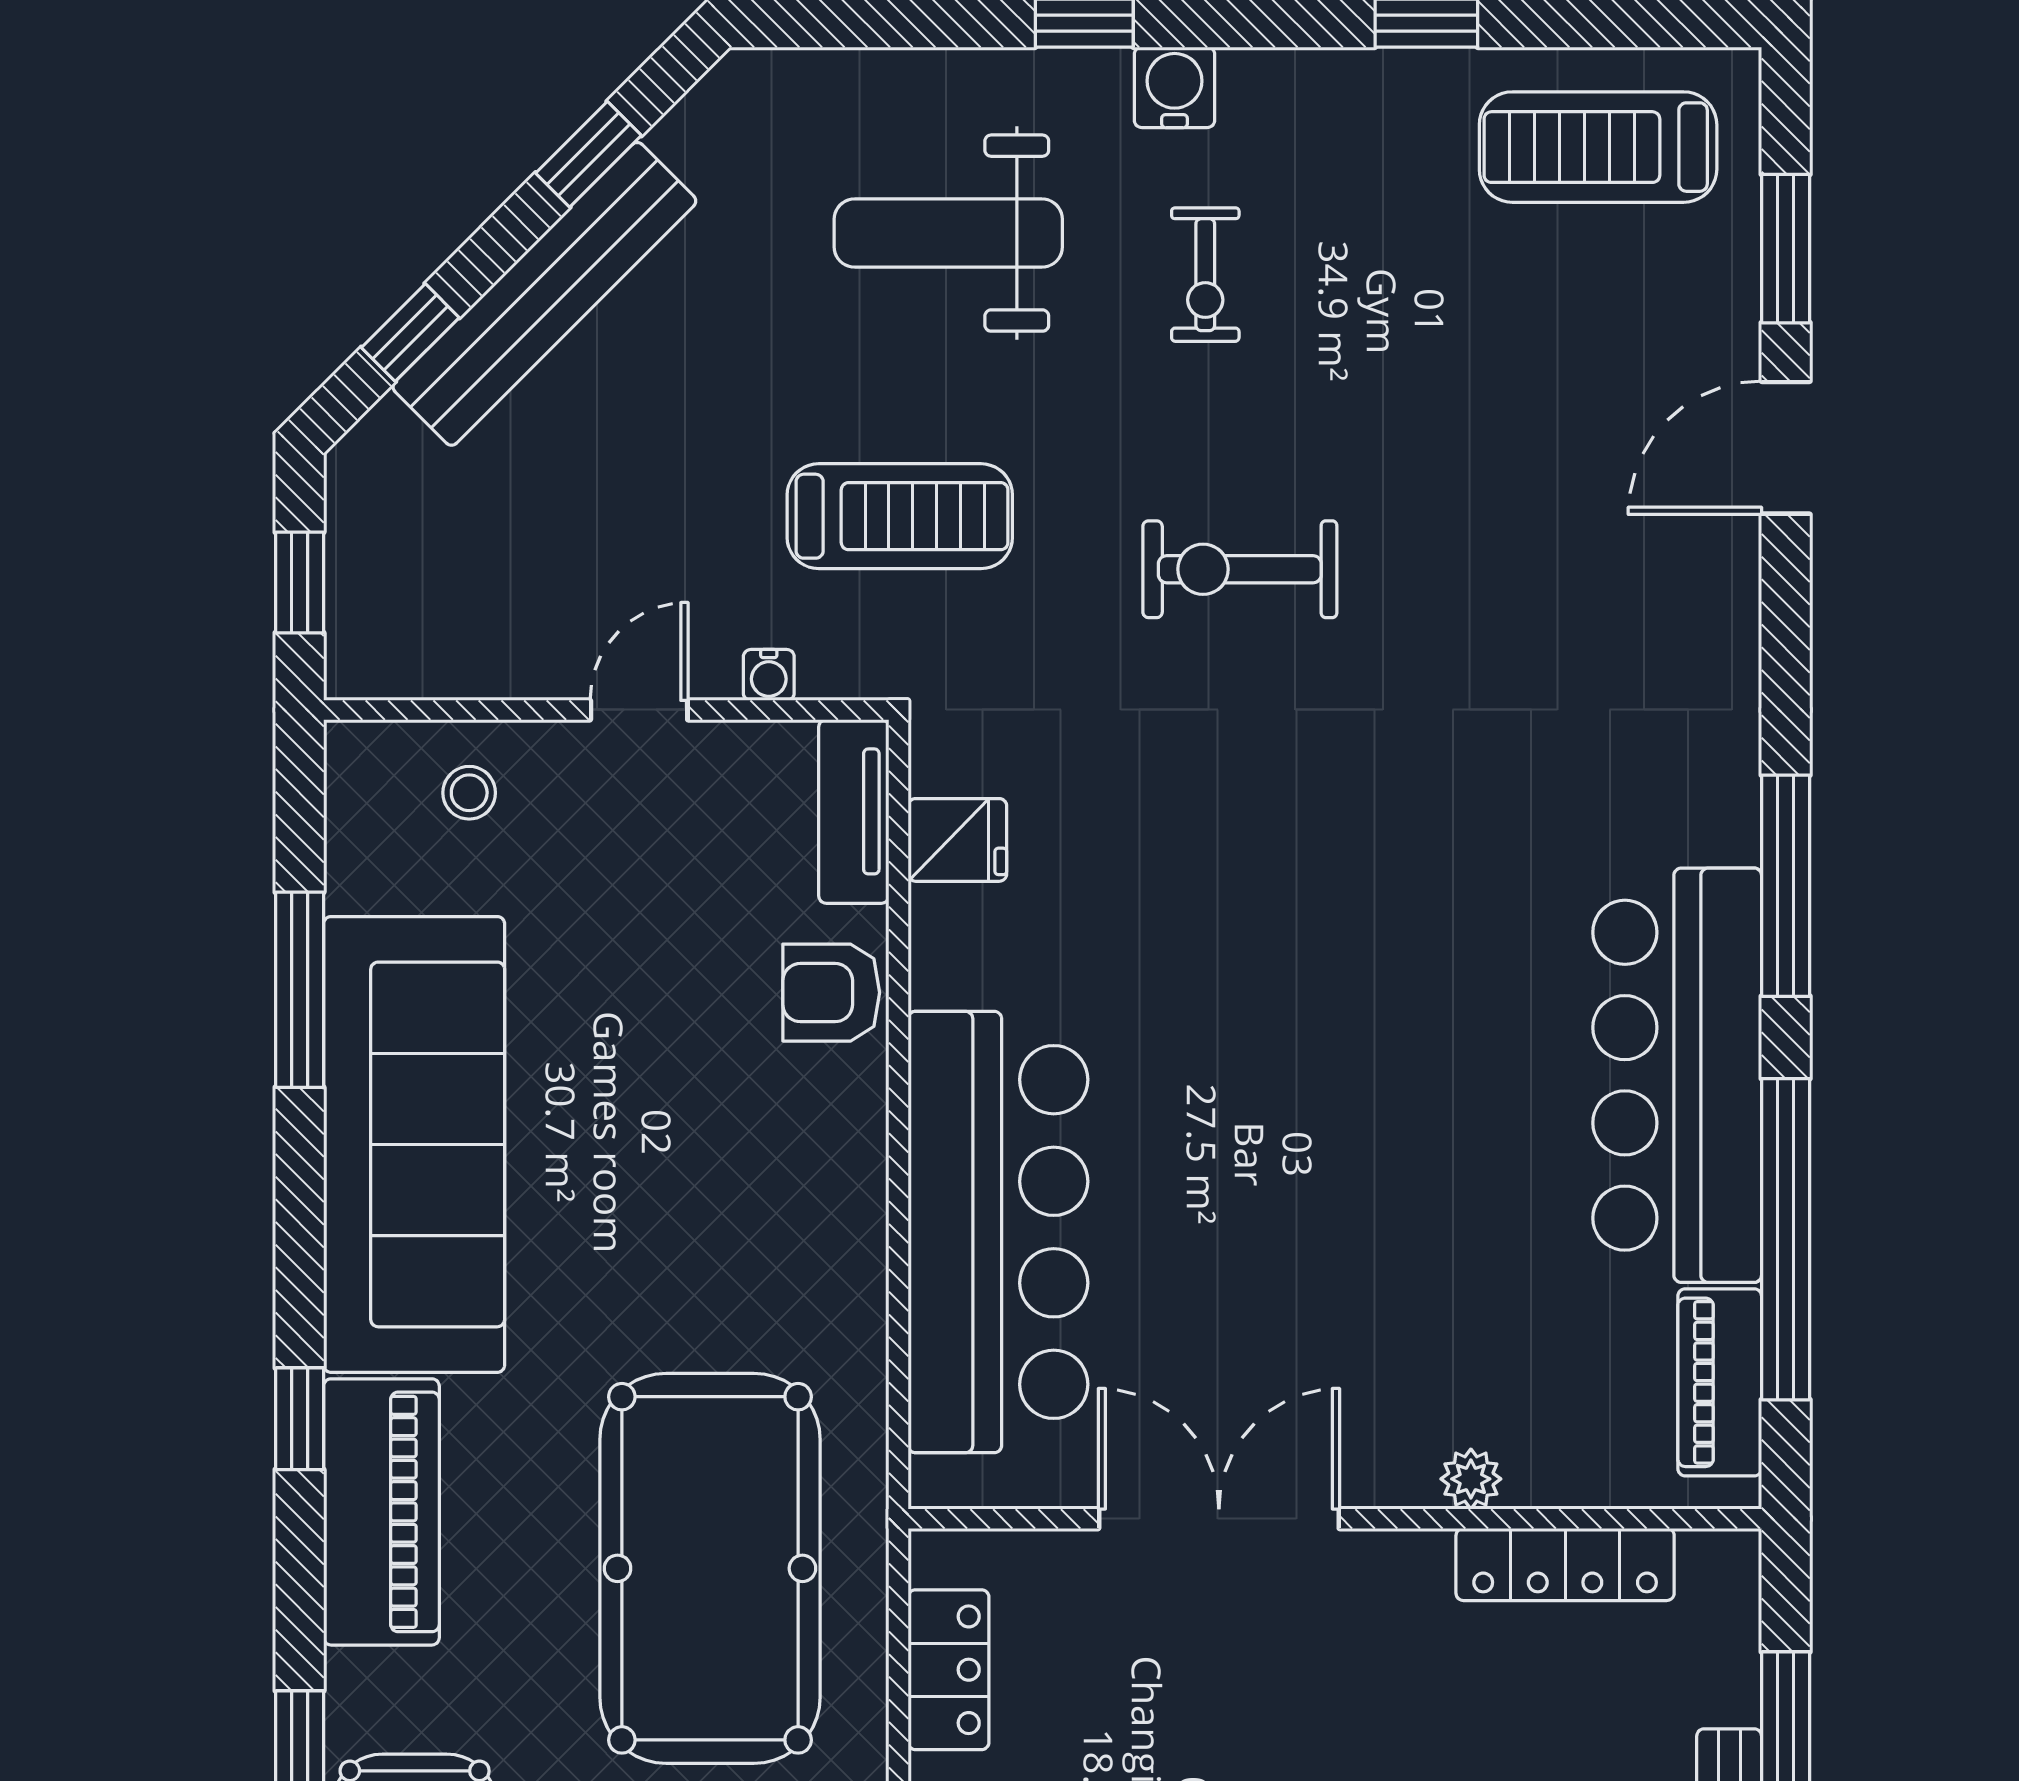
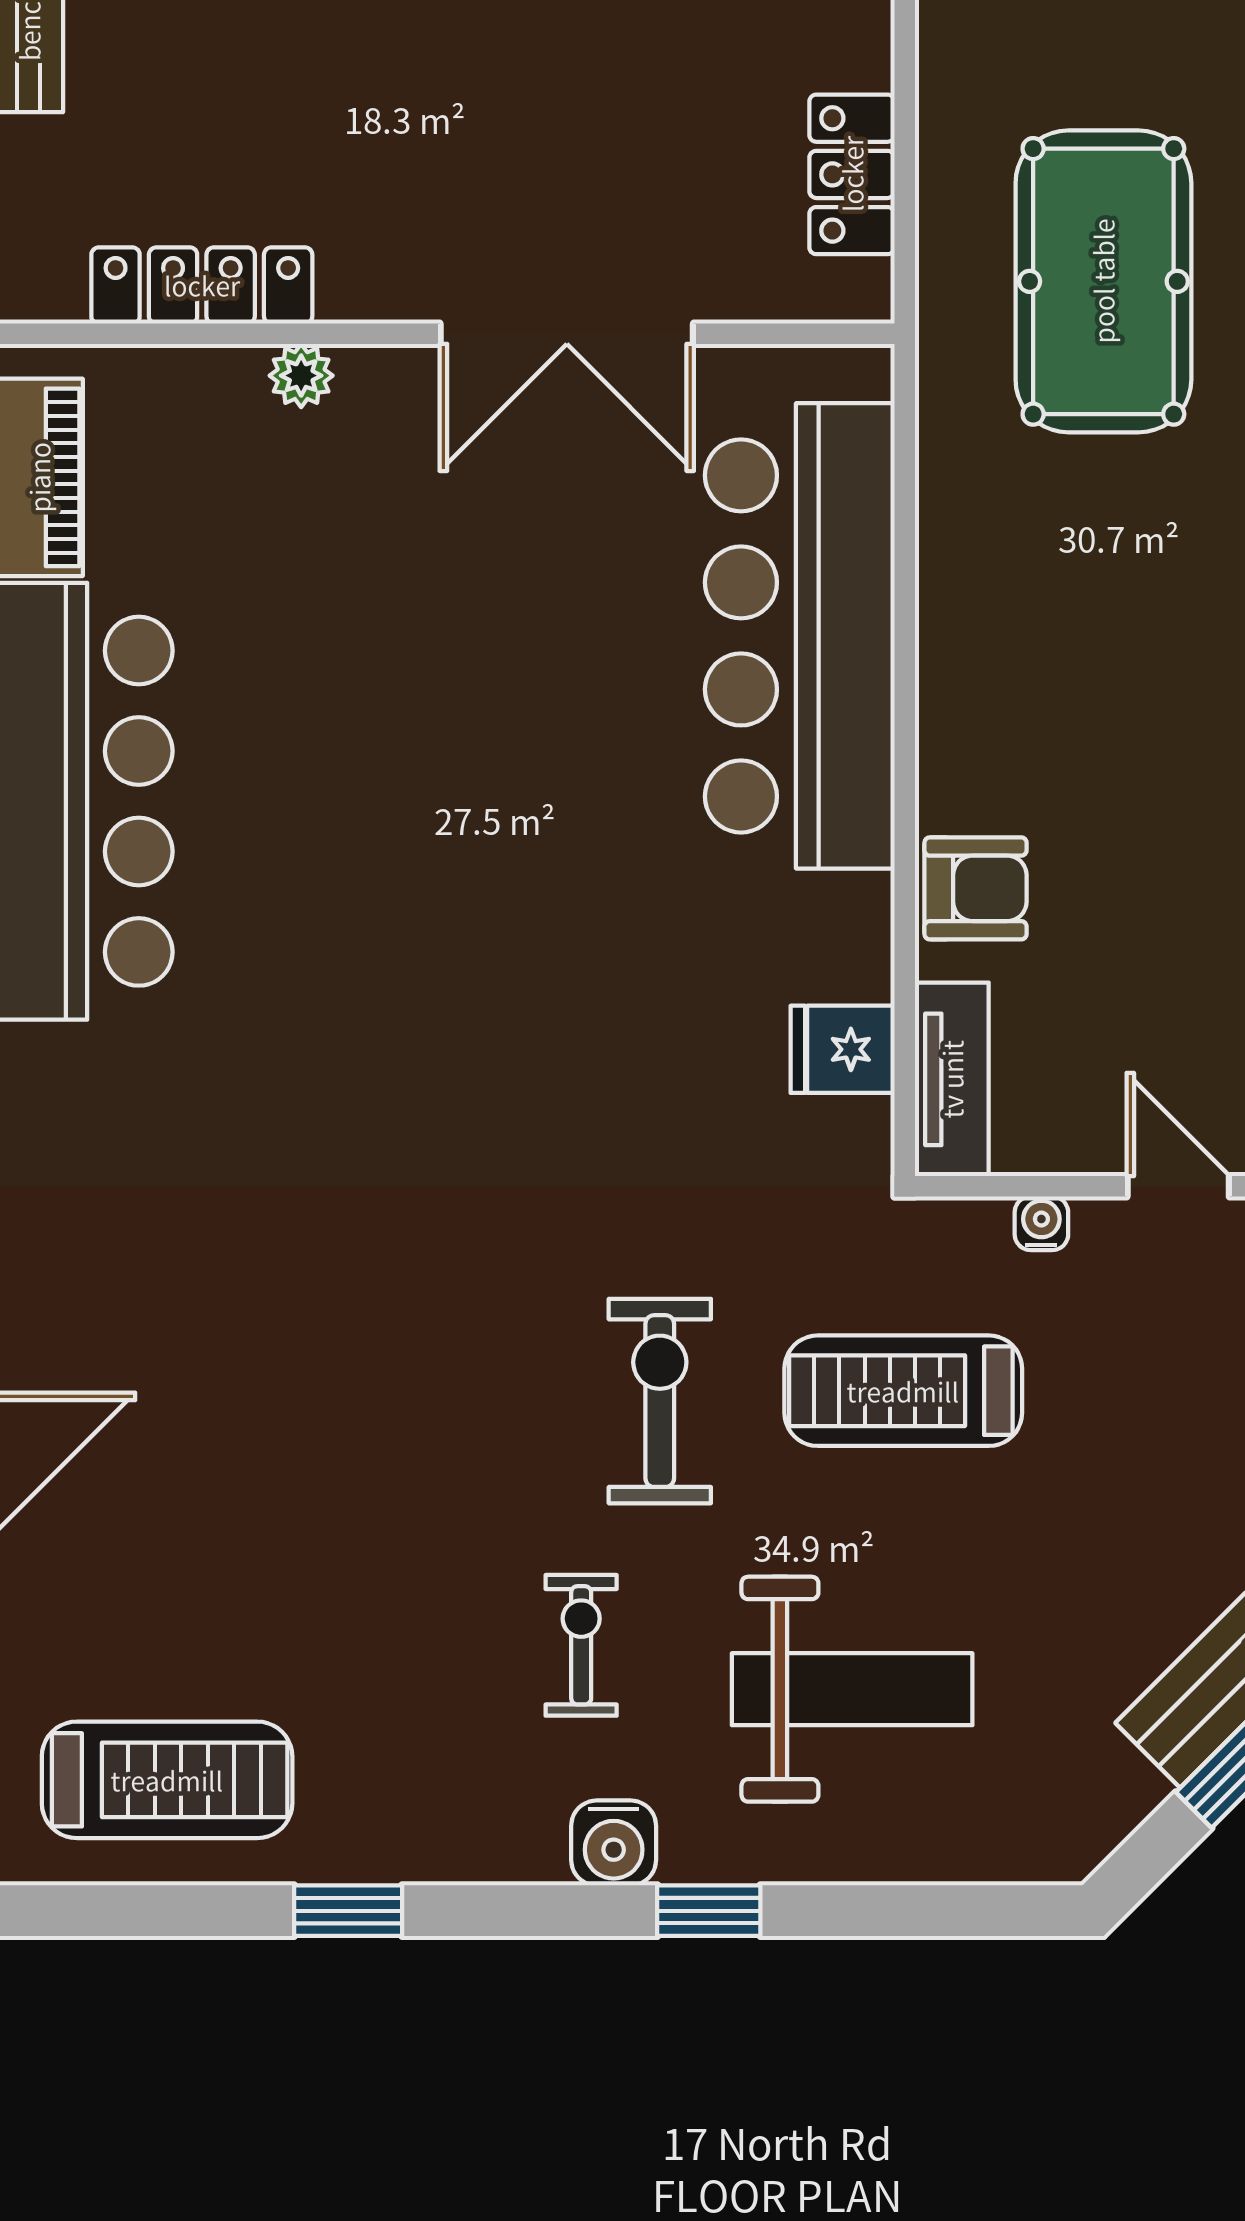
exercise bike: (1240, 569) -> (660, 1401), moved, turned -90
door: (639, 710) -> (1178, 1186), swing flipped
pool table: (710, 1568) -> (1103, 281), width x0.73, depth x0.76

